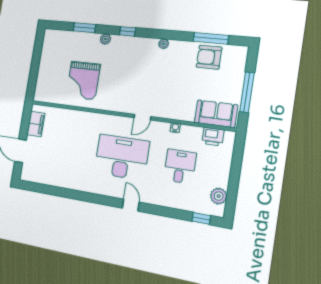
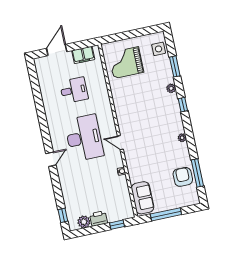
side table: (60, 40) -> (159, 49), added
grand piano: (83, 81) -> (126, 63), moved
printer: (213, 137) -> (99, 218), moved, turned 90
window: (237, 157) -> (117, 225), added
desk: (180, 166) -> (74, 90), moved

